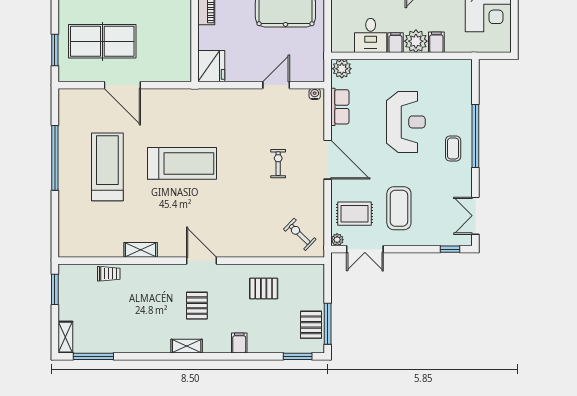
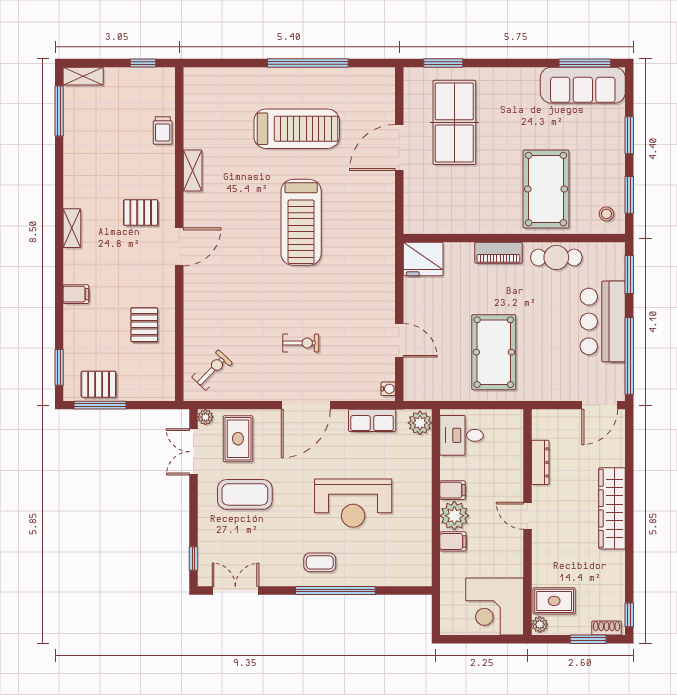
desk: (371, 35) -> (462, 435), moved
window: (55, 289) -> (143, 63), width x0.67
pallet: (197, 306) -> (141, 213), moved

